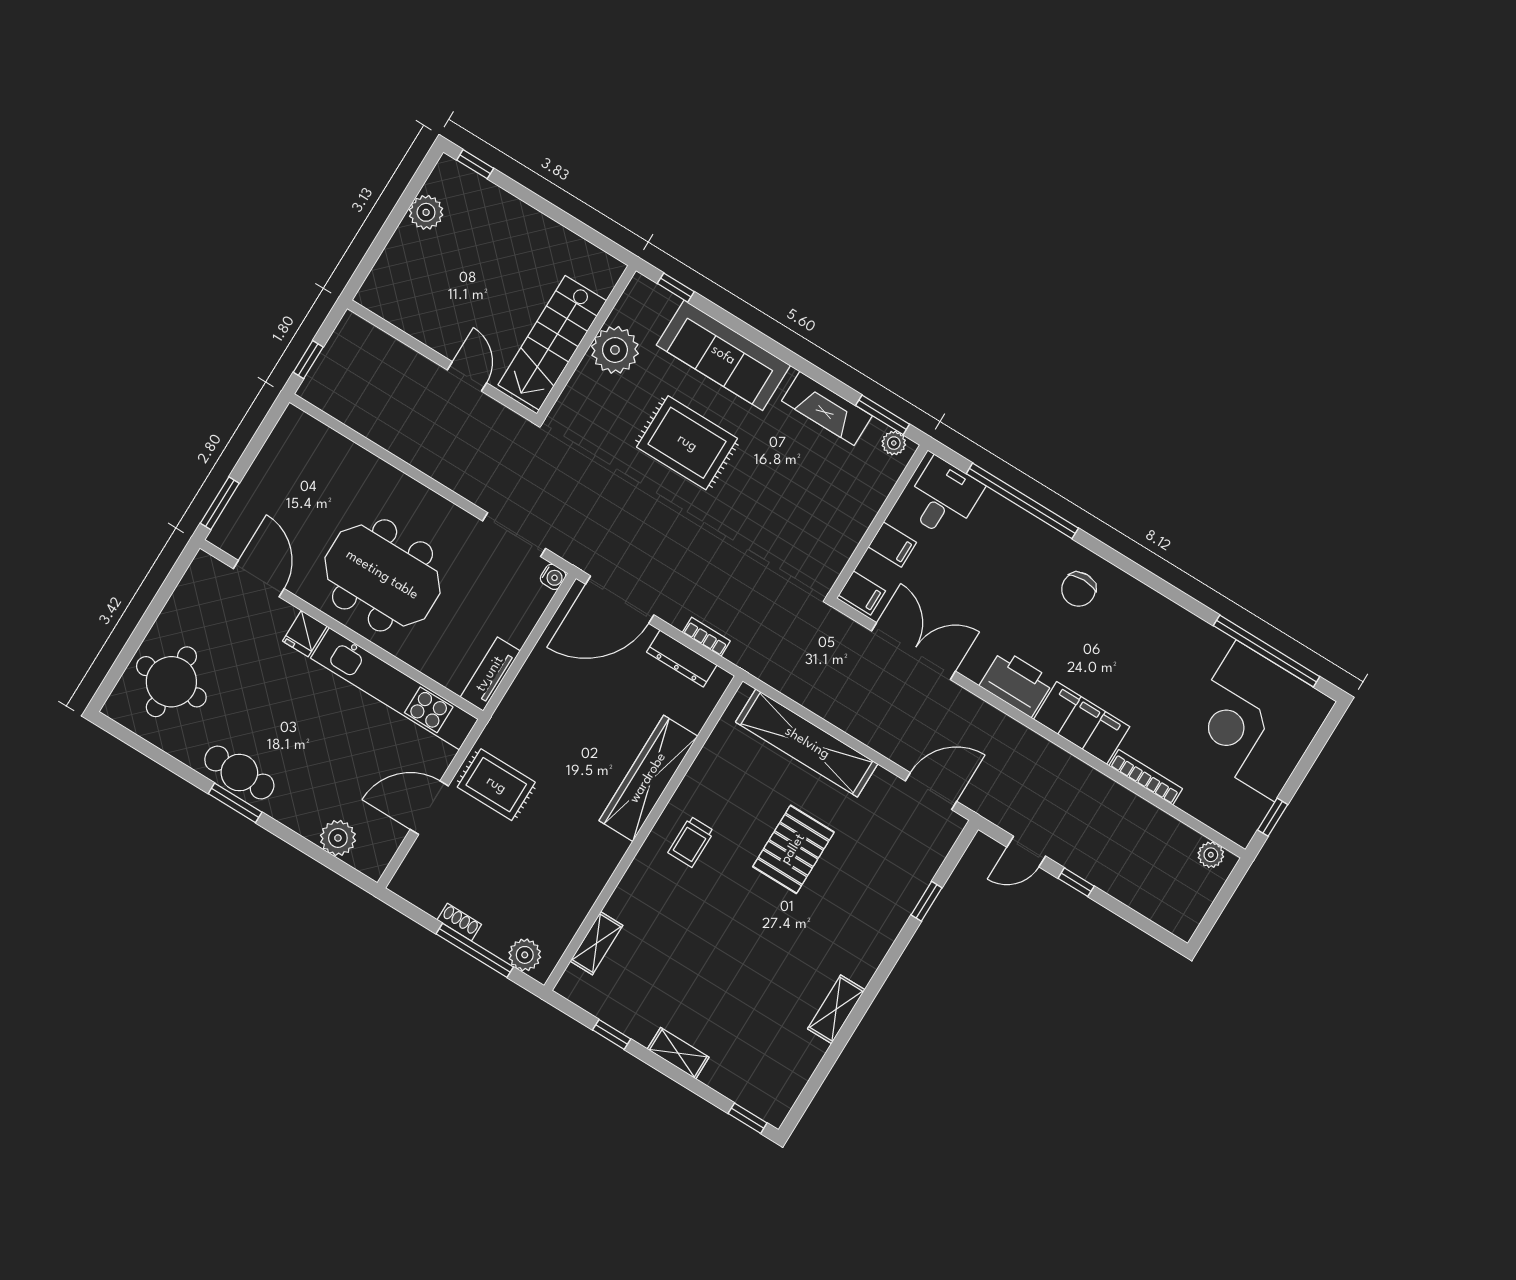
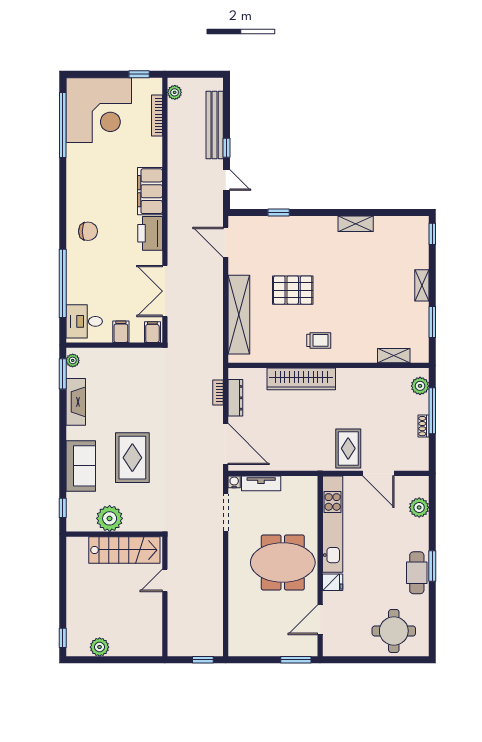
sofa: (723, 355) -> (81, 466), width x0.73
meeting table: (382, 575) -> (283, 563), turned 90
tv unit: (490, 674) -> (261, 483), moved
bookcase: (1146, 777) -> (157, 116), moved
bench: (1122, 886) -> (215, 125), added
window: (612, 1034) -> (432, 322), width x1.50

